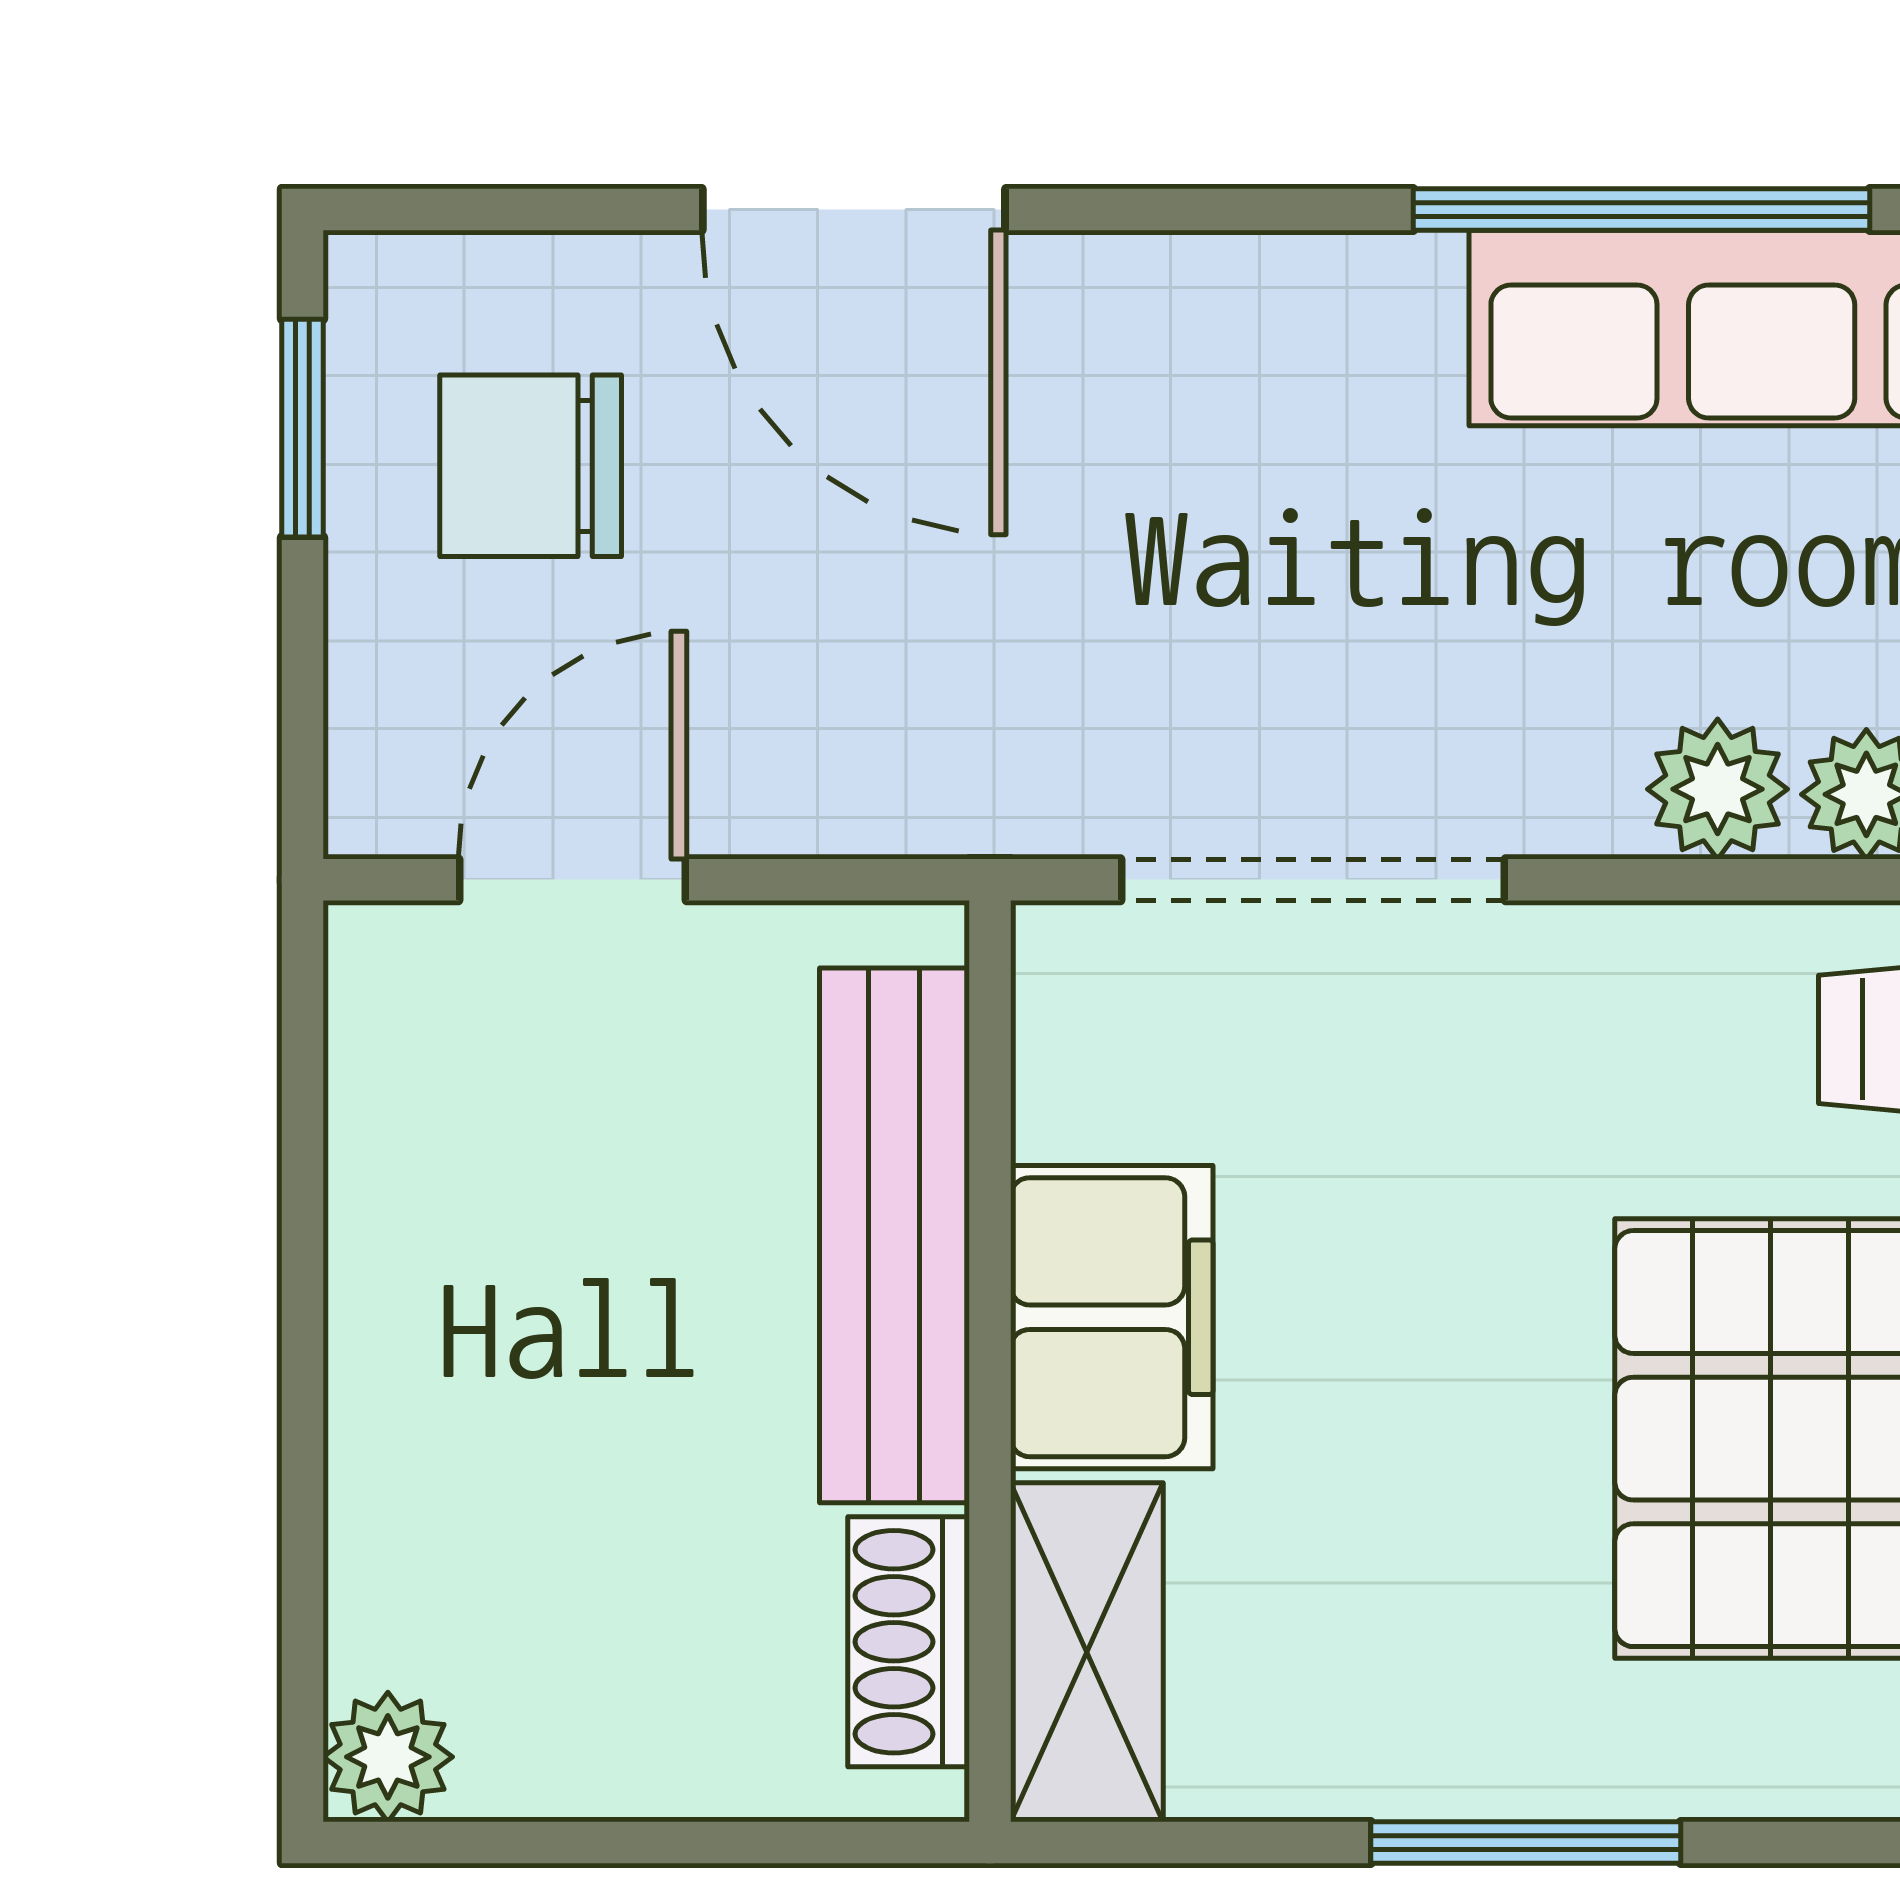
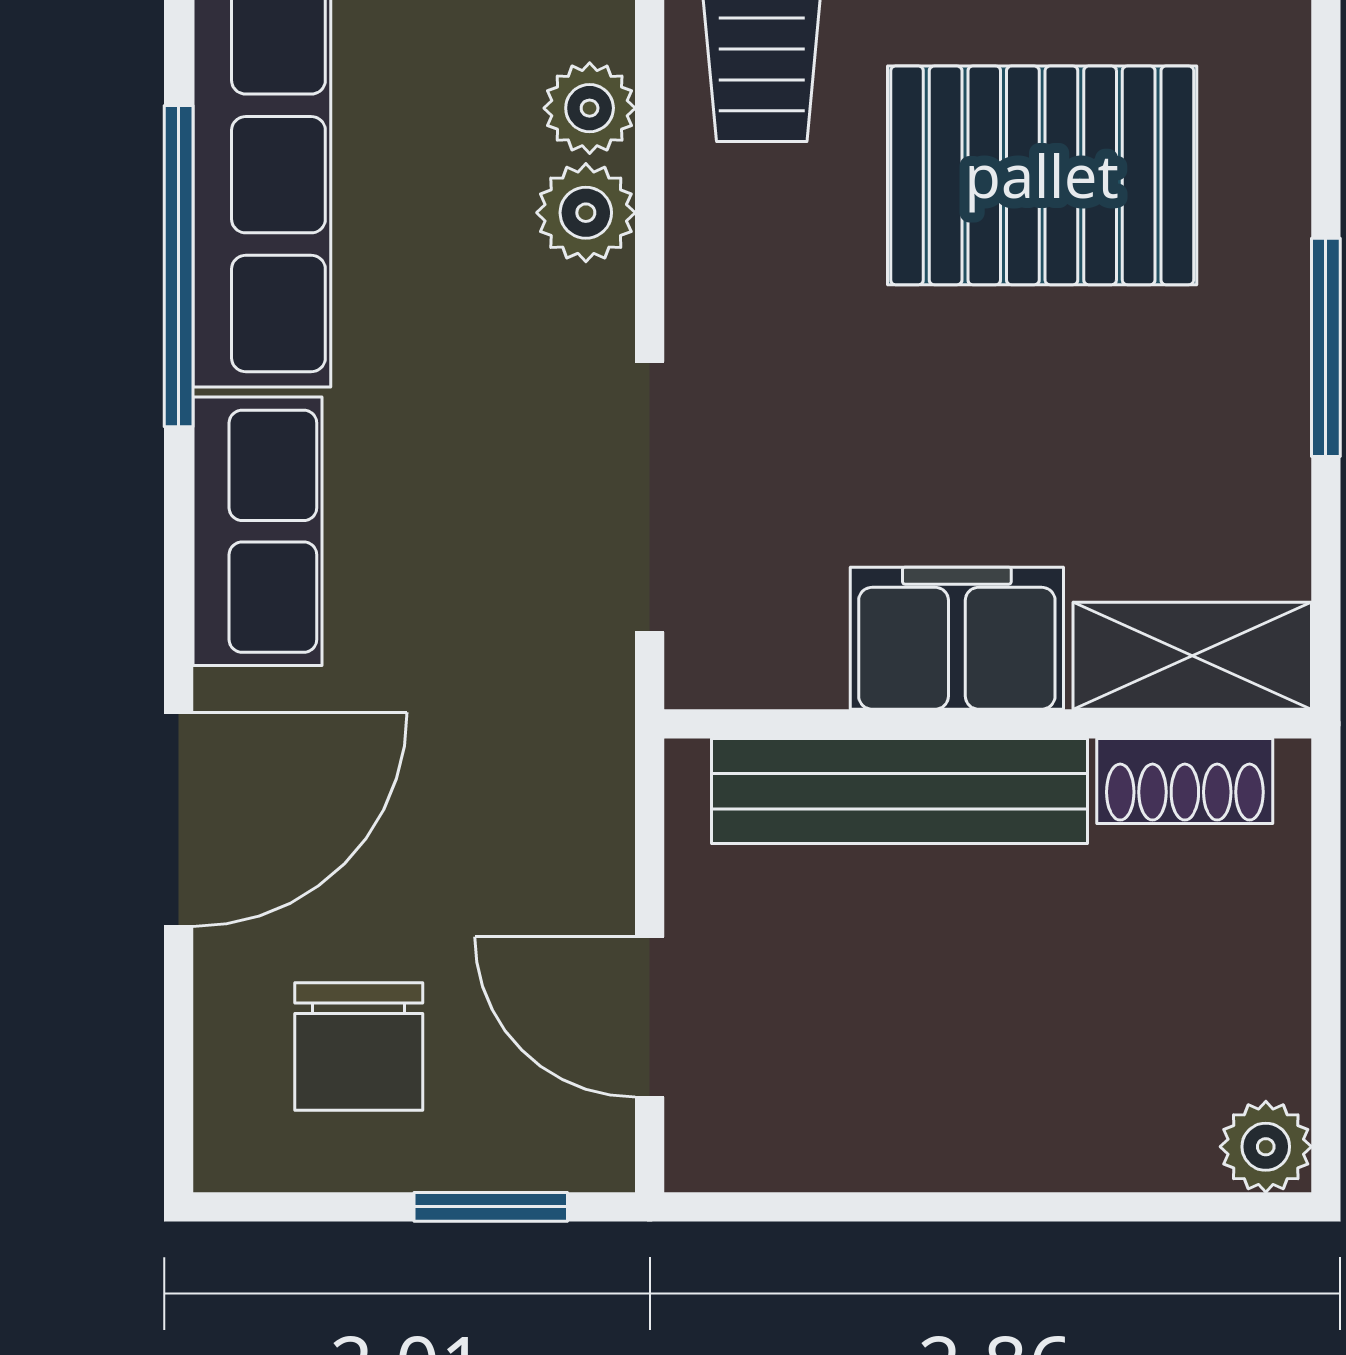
row of seats: (1264, 322) -> (258, 531), added
window: (302, 428) -> (491, 1207), moved

